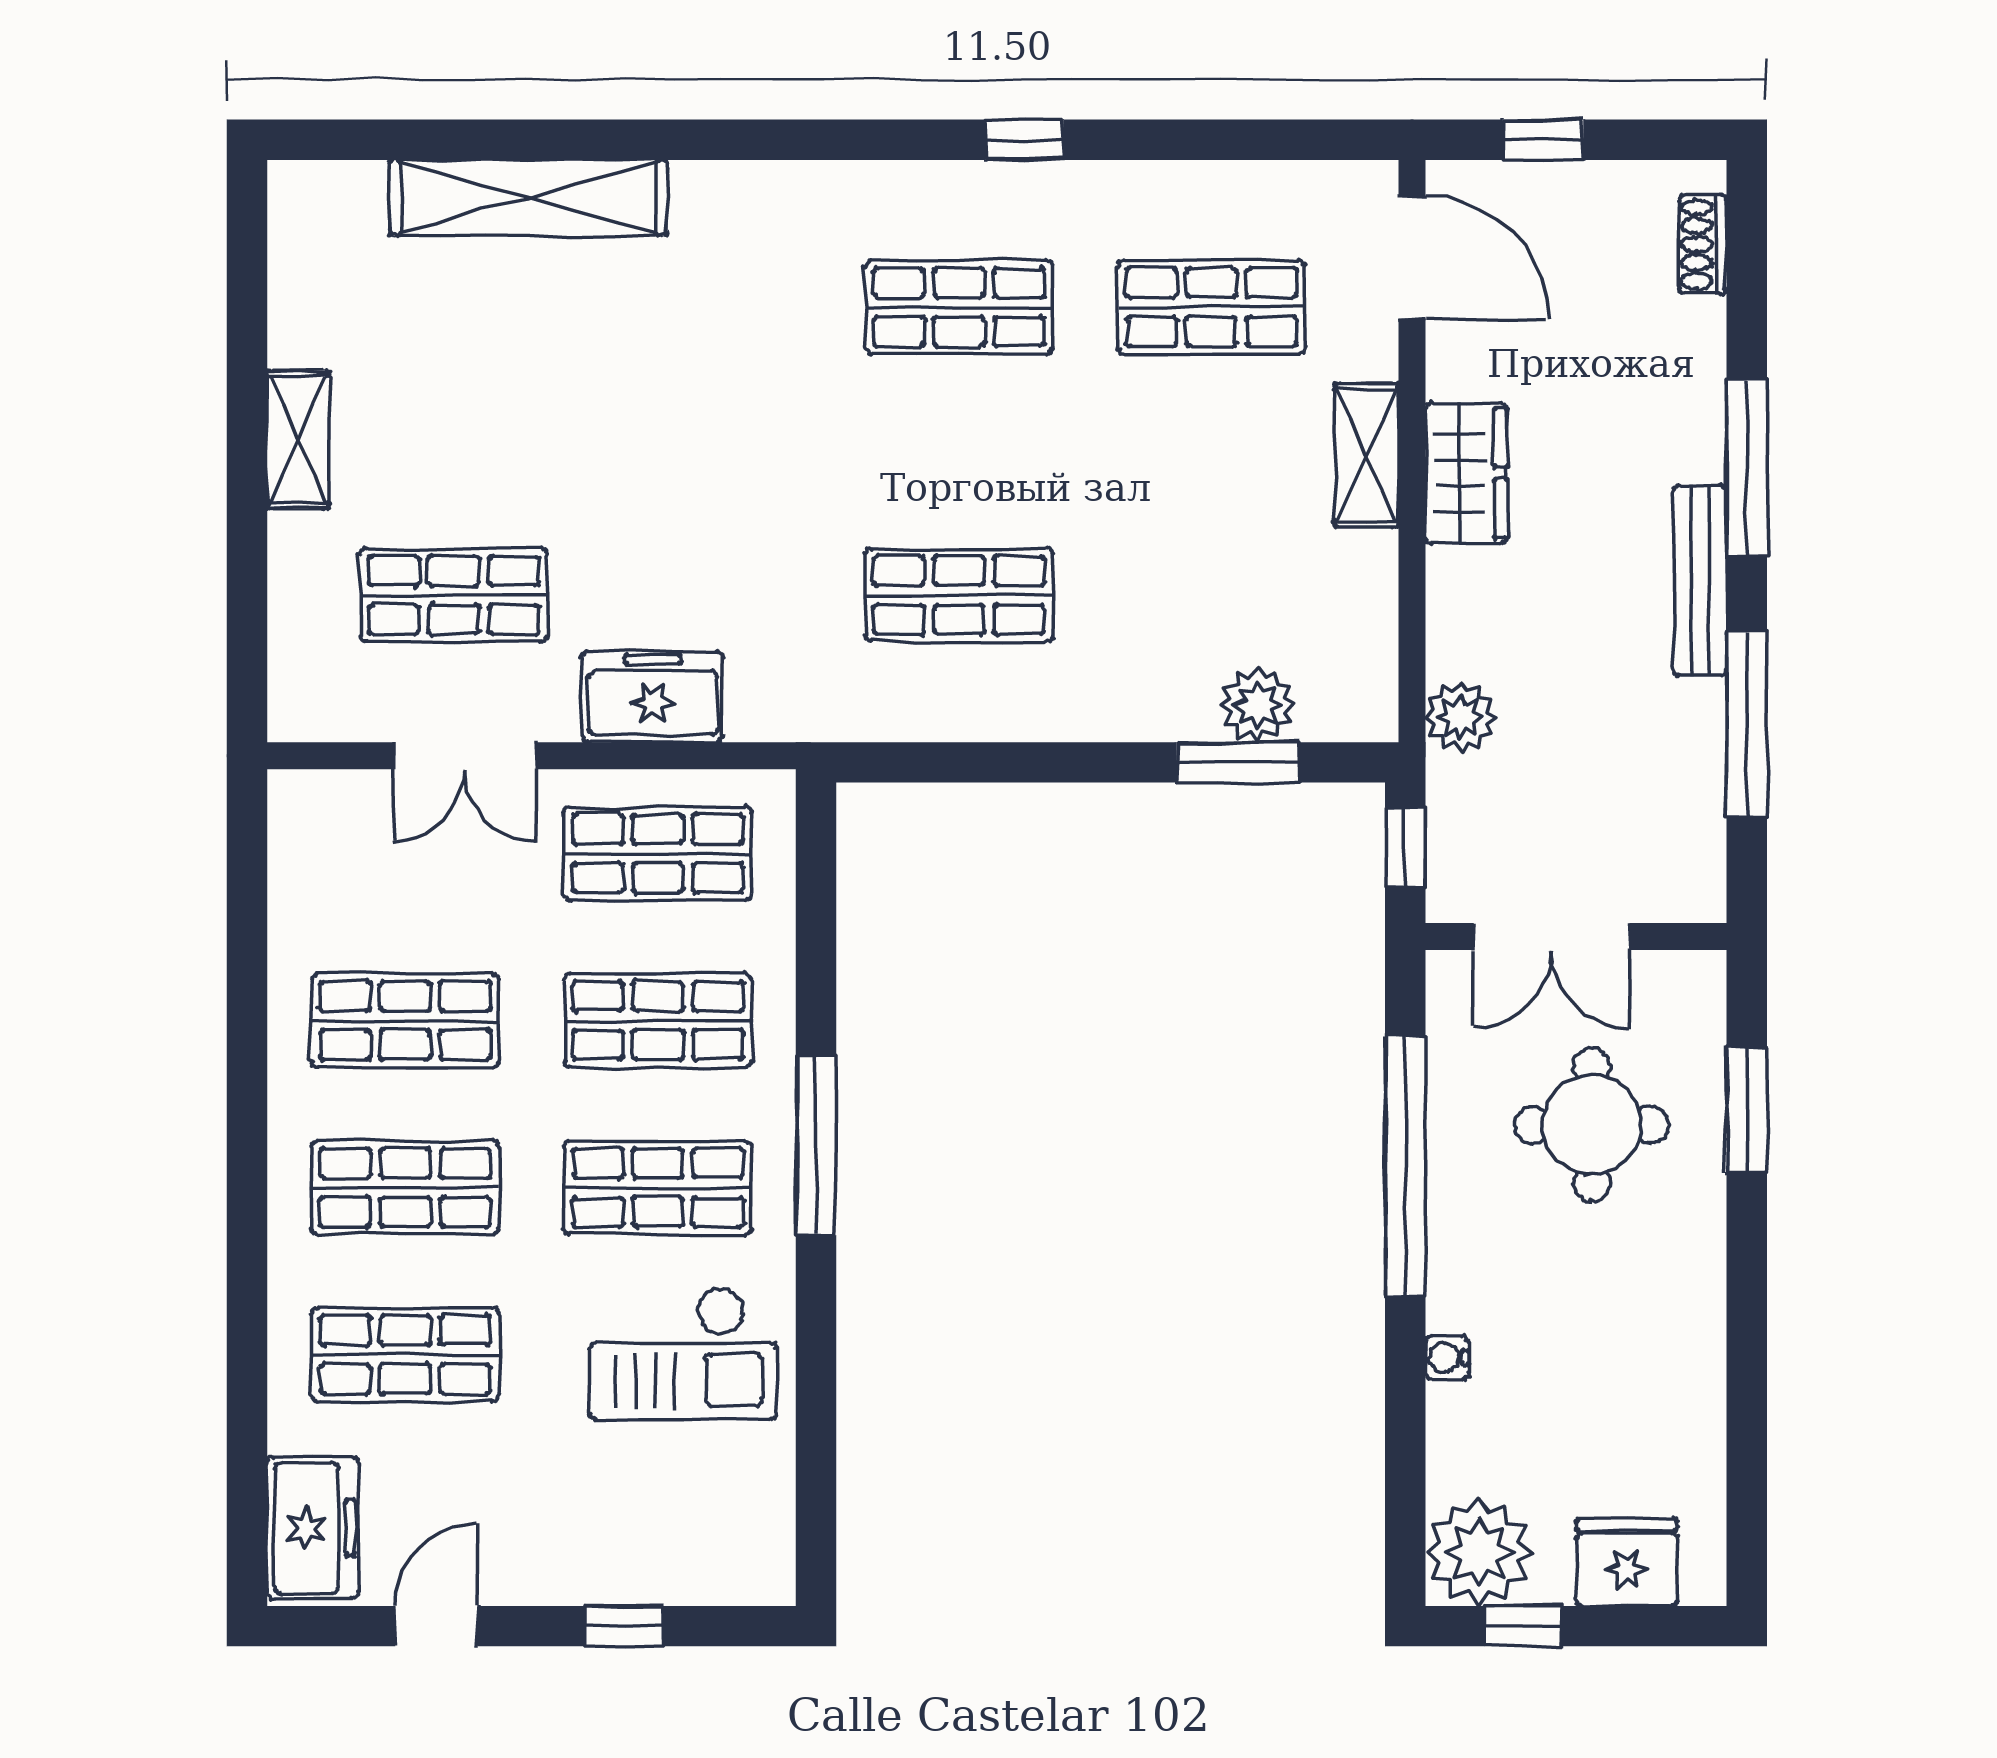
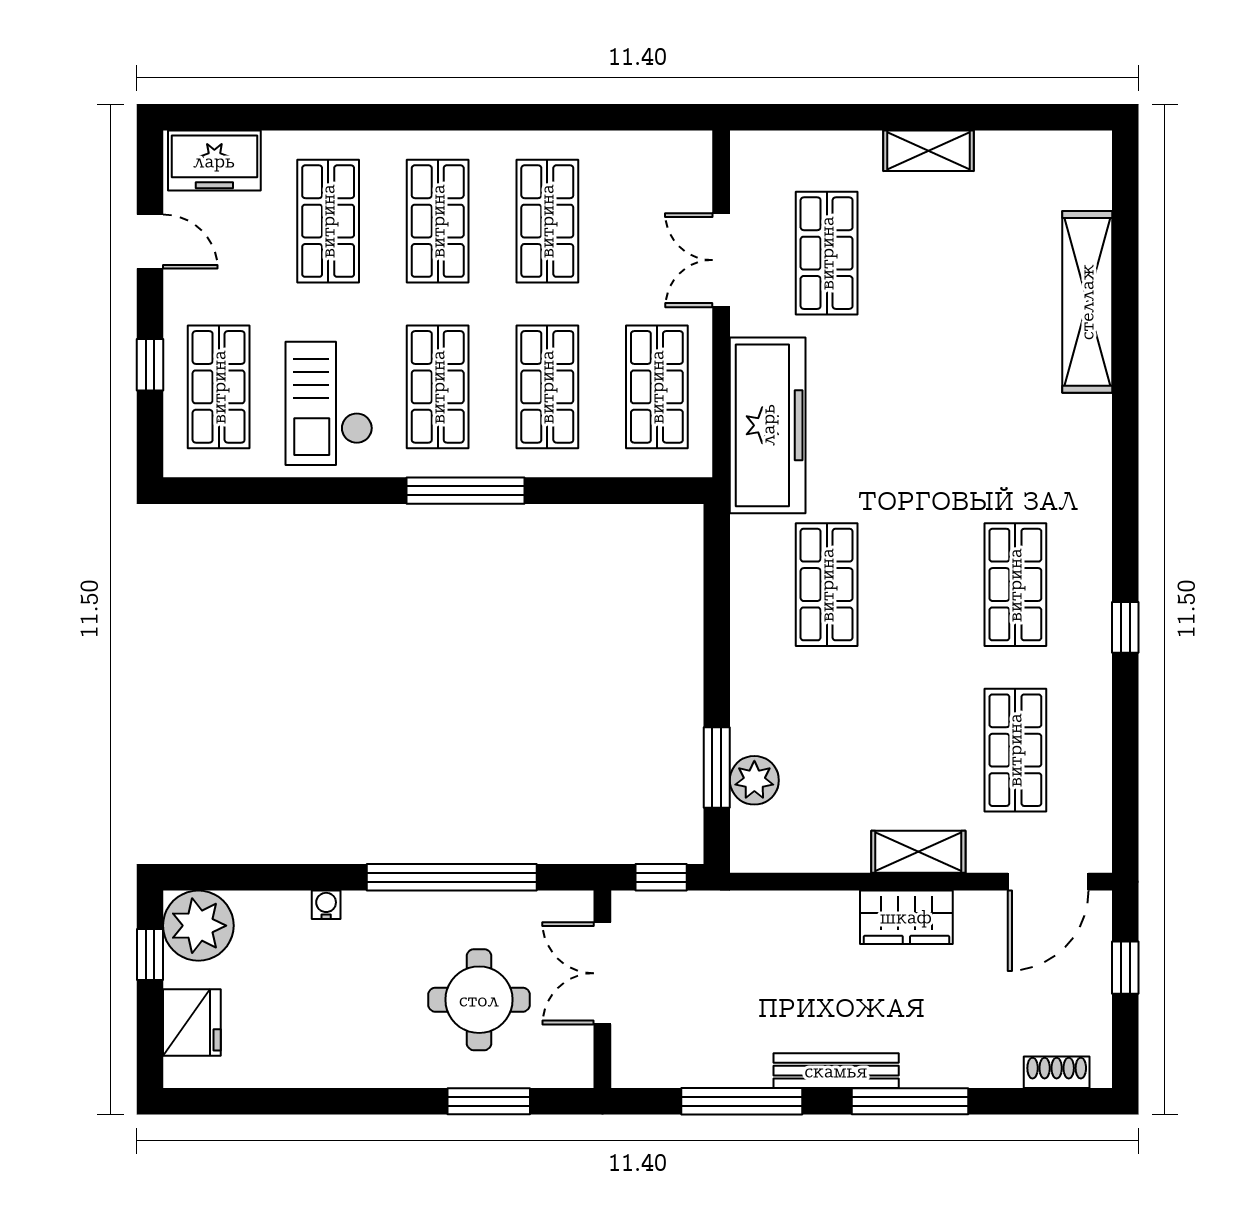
freezer: (653, 697) -> (768, 425), width x1.91, depth x1.26
plant: (1461, 717) -> (746, 914), removed
shop shelf: (658, 1522) -> (219, 387), added

